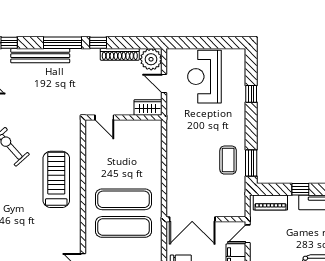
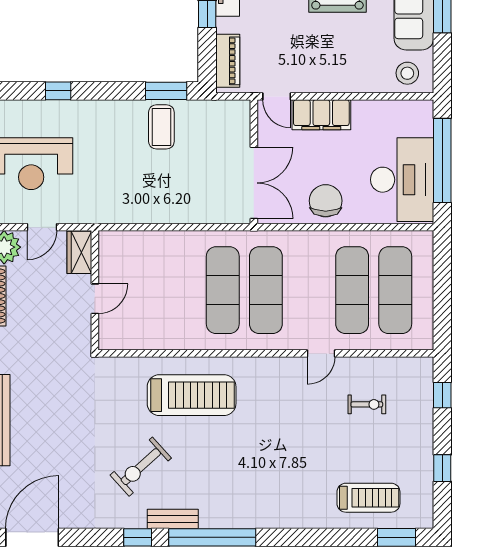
door: (104, 117) -> (95, 299), moved
coffee table: (228, 160) -> (161, 127), turned 90
treadmill: (56, 179) -> (192, 395), turned 180

